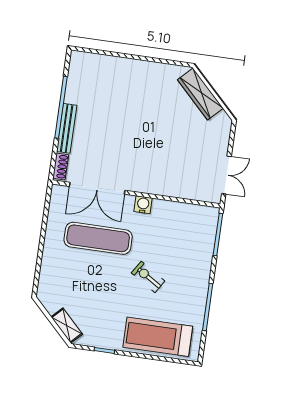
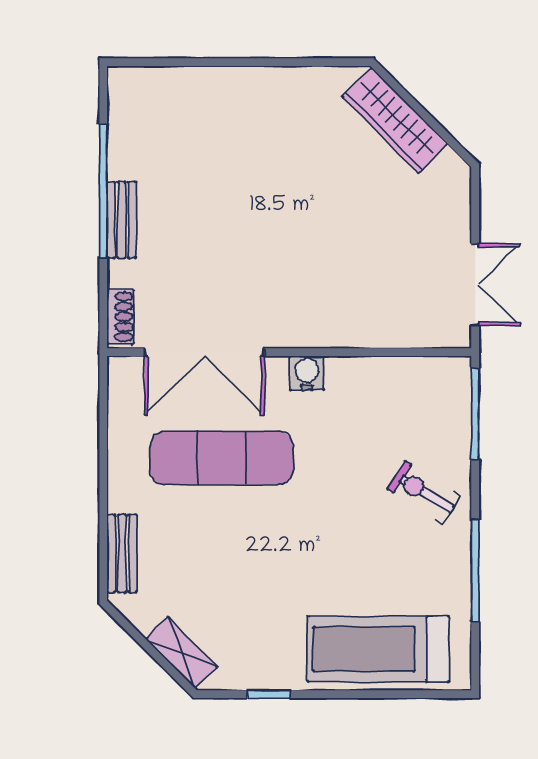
bench: (67, 128) -> (122, 220), width x0.73
bench: (46, 276) -> (122, 553), added
exercise bike: (148, 277) -> (424, 493), moved

